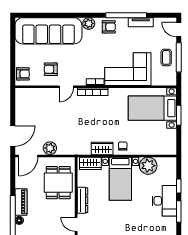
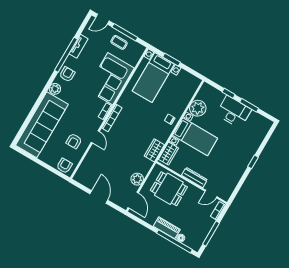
door: (13, 136) -> (99, 197), moved
wardrobe: (102, 148) -> (154, 150), moved

